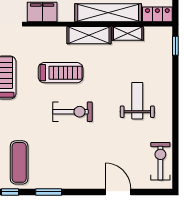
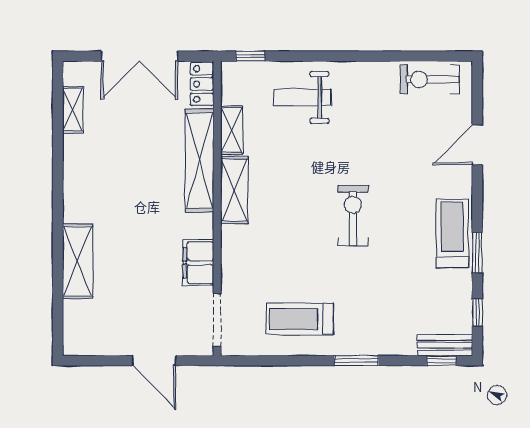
treadmill: (61, 73) -> (452, 233), moved
weight bench: (137, 101) -> (302, 97), moved
exercise mat: (19, 162) -> (432, 298), removed

